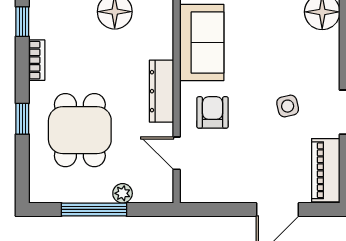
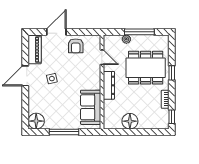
armchair: (213, 112) -> (76, 46), moved
dining table: (80, 130) -> (146, 68), width x1.38

